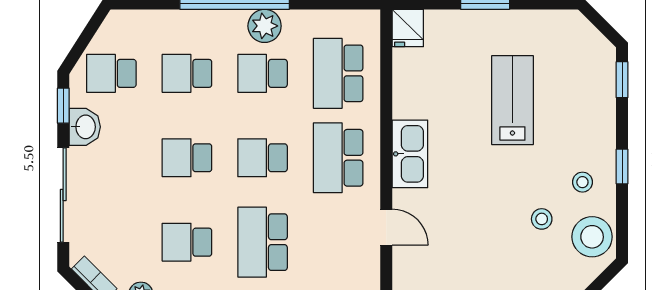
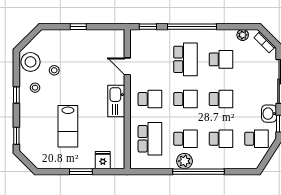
fridge: (408, 28) -> (103, 160), moved
school desk: (338, 158) -> (150, 99), width x0.54

